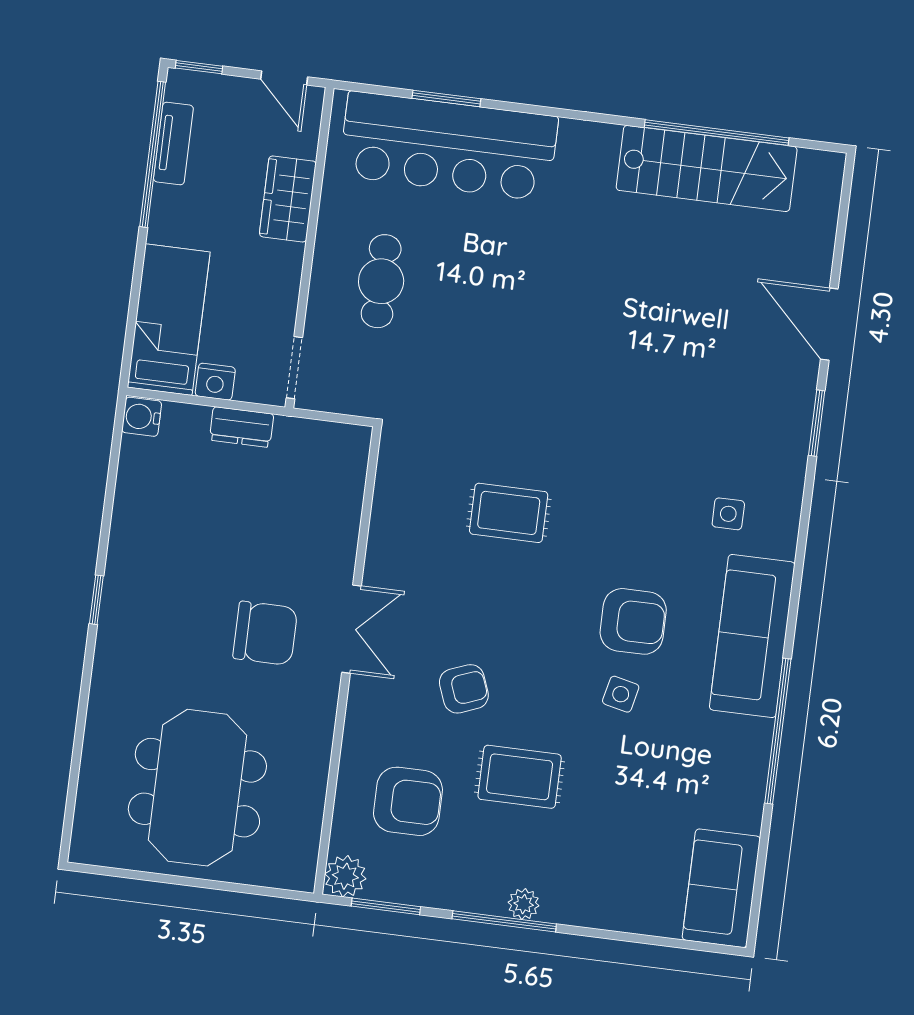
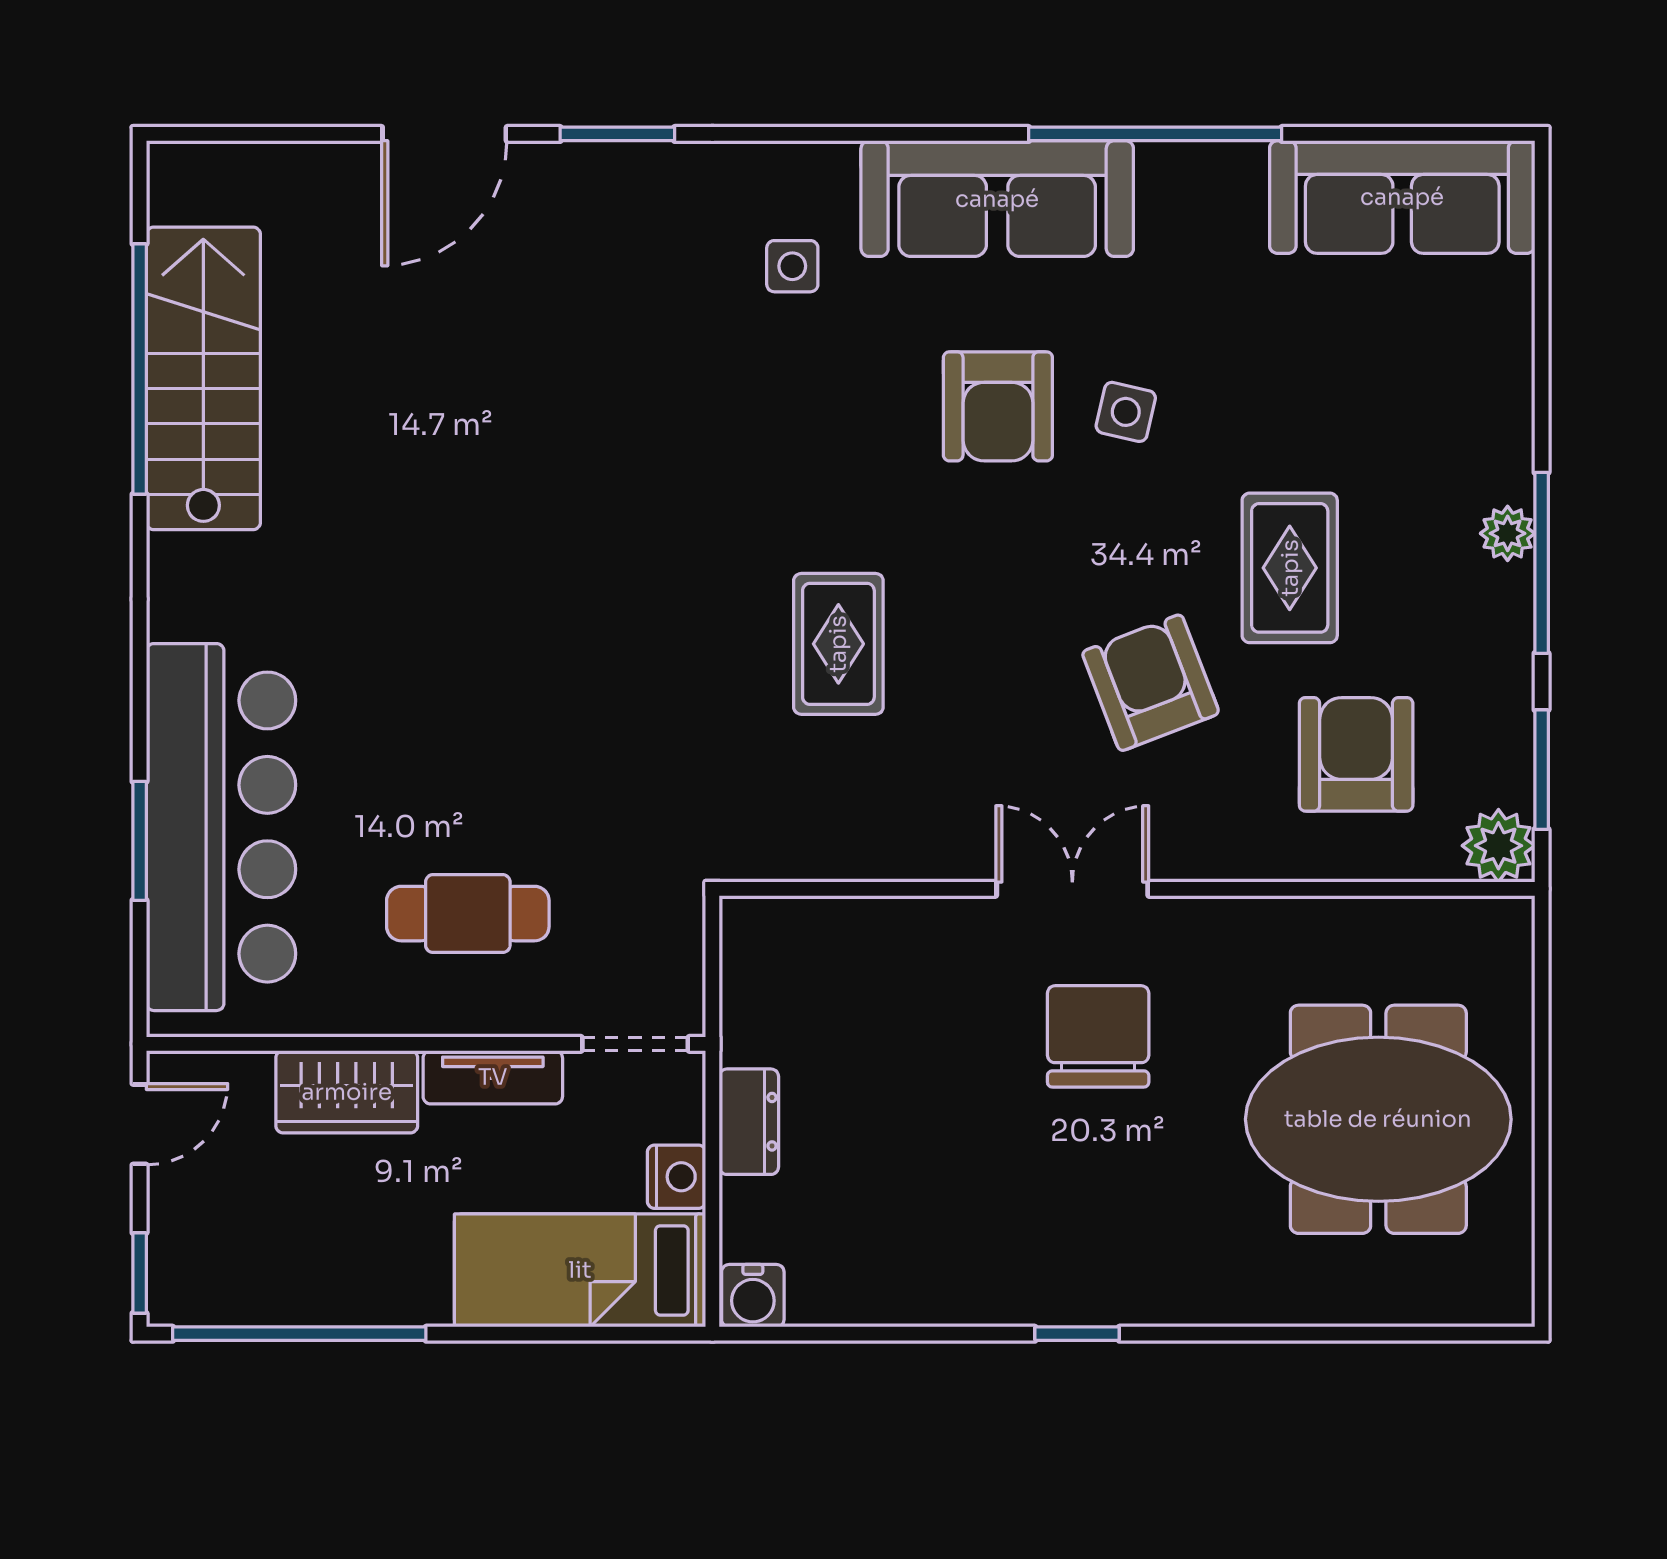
tv unit: (173, 144) -> (493, 1077), moved, turned 180
armchair: (633, 621) -> (998, 406), turned 180
armchair: (464, 689) -> (1151, 683), width x1.38, depth x1.38
sofa: (721, 888) -> (1402, 197), width x1.36

